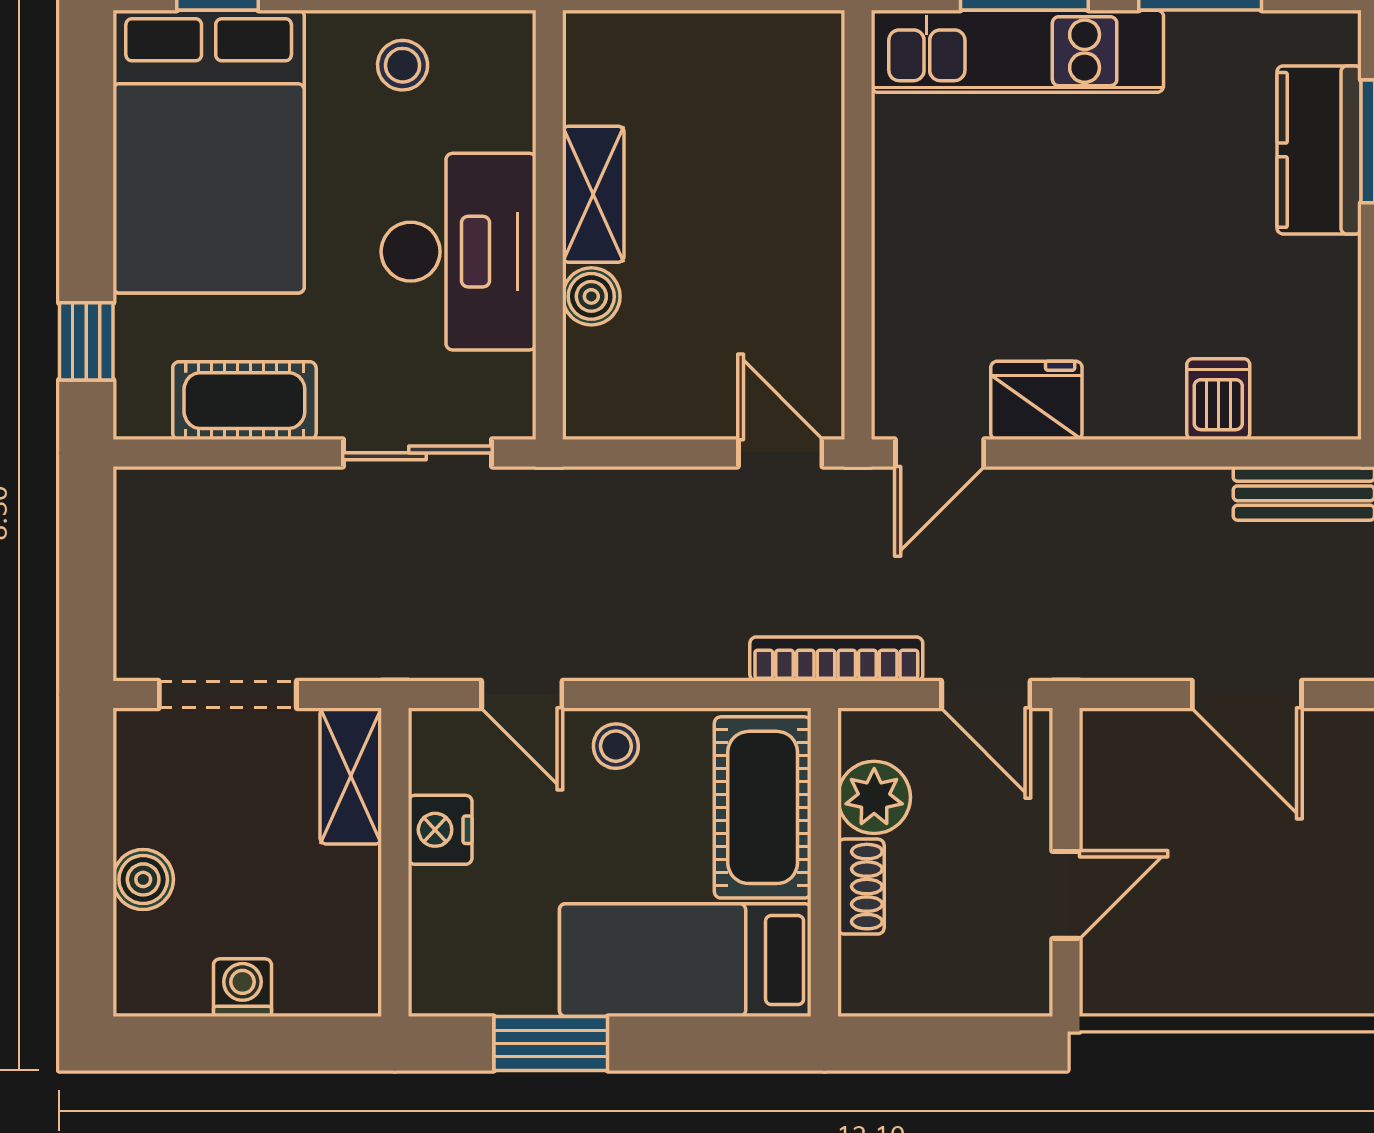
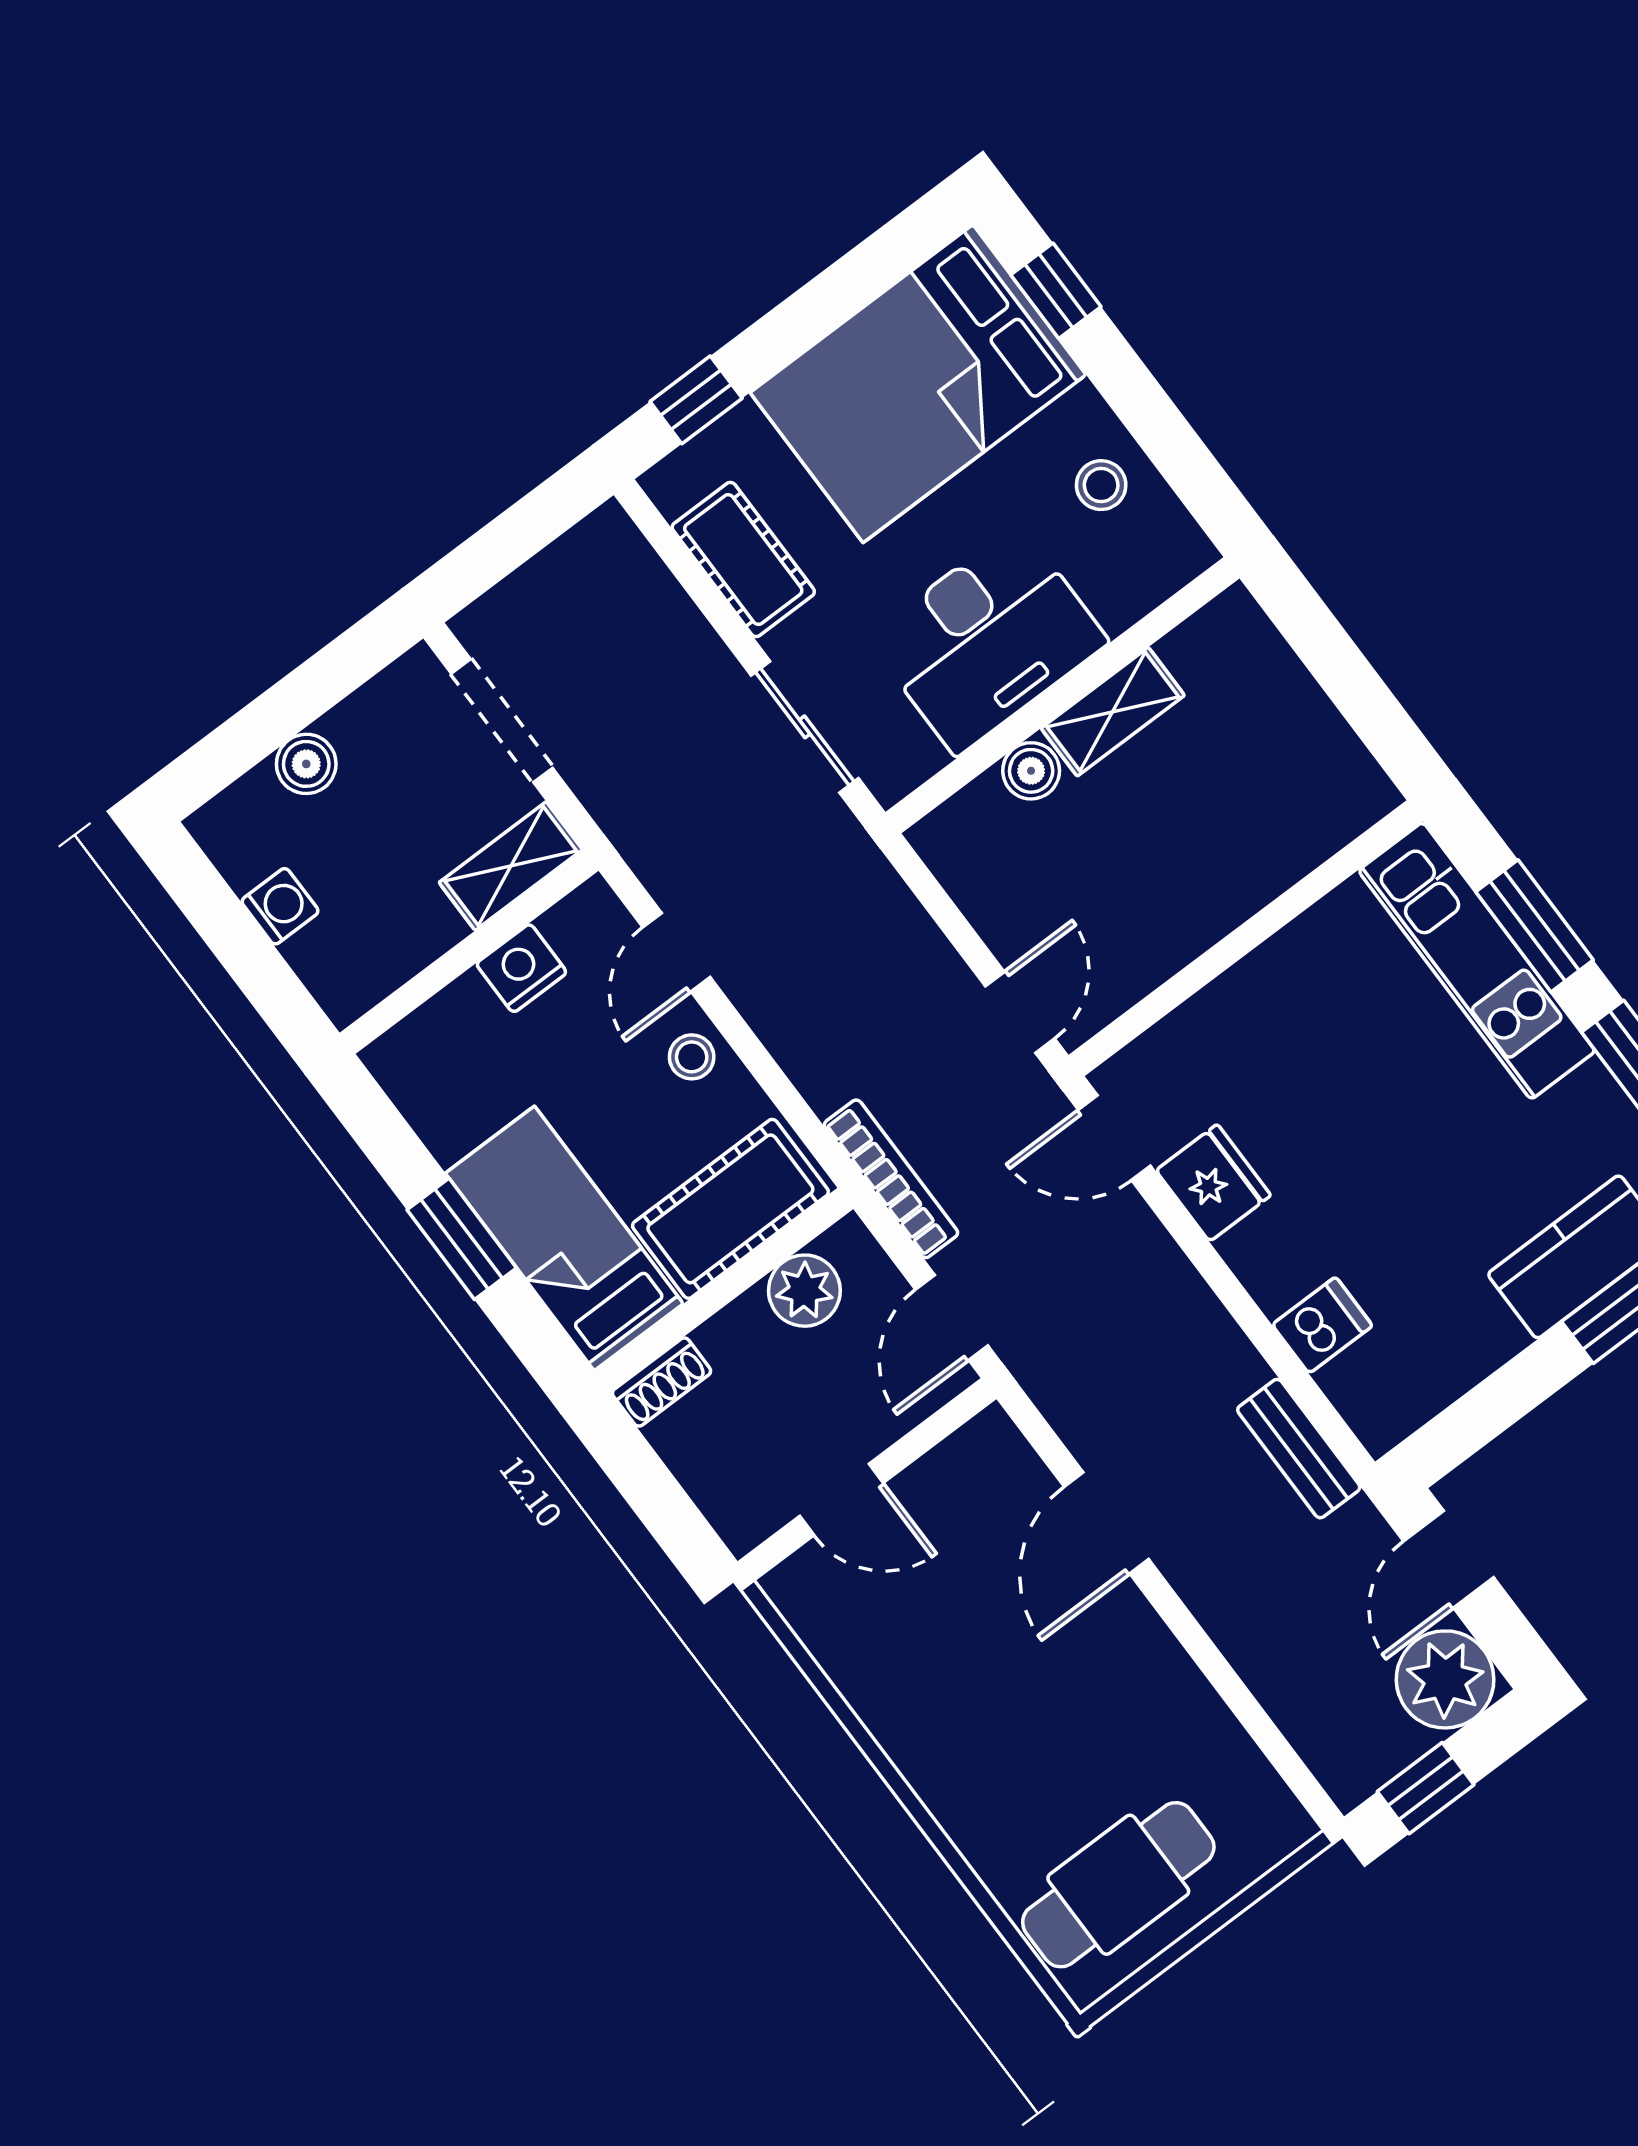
shoe rack: (861, 887) -> (661, 1382), moved
window: (551, 1043) -> (462, 1239), moved

